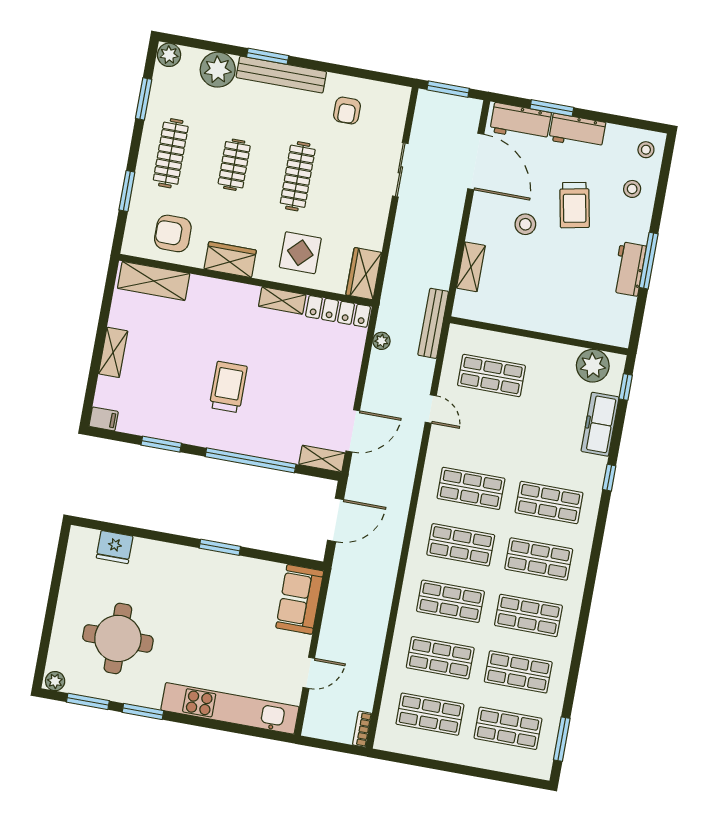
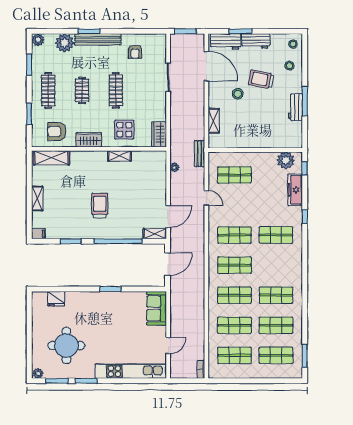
trolley: (575, 205) -> (261, 79), turned 112
locker: (338, 311) -> (149, 156), removed
bench: (433, 323) -> (199, 154), width x0.73
shop shelf: (539, 559) -> (276, 265), removed

